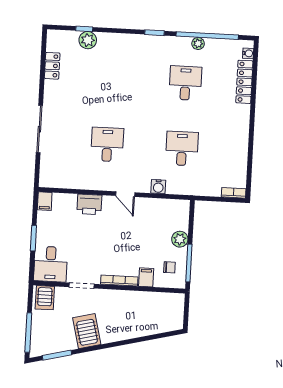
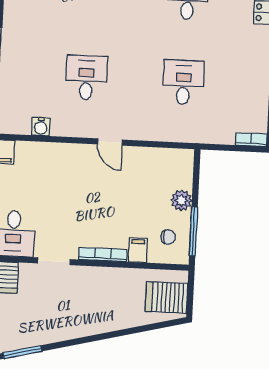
water cooler: (158, 187) -> (41, 127), moved
printer: (89, 204) -> (63, 156), removed
server rack: (87, 331) -> (166, 297), moved, turned -76

